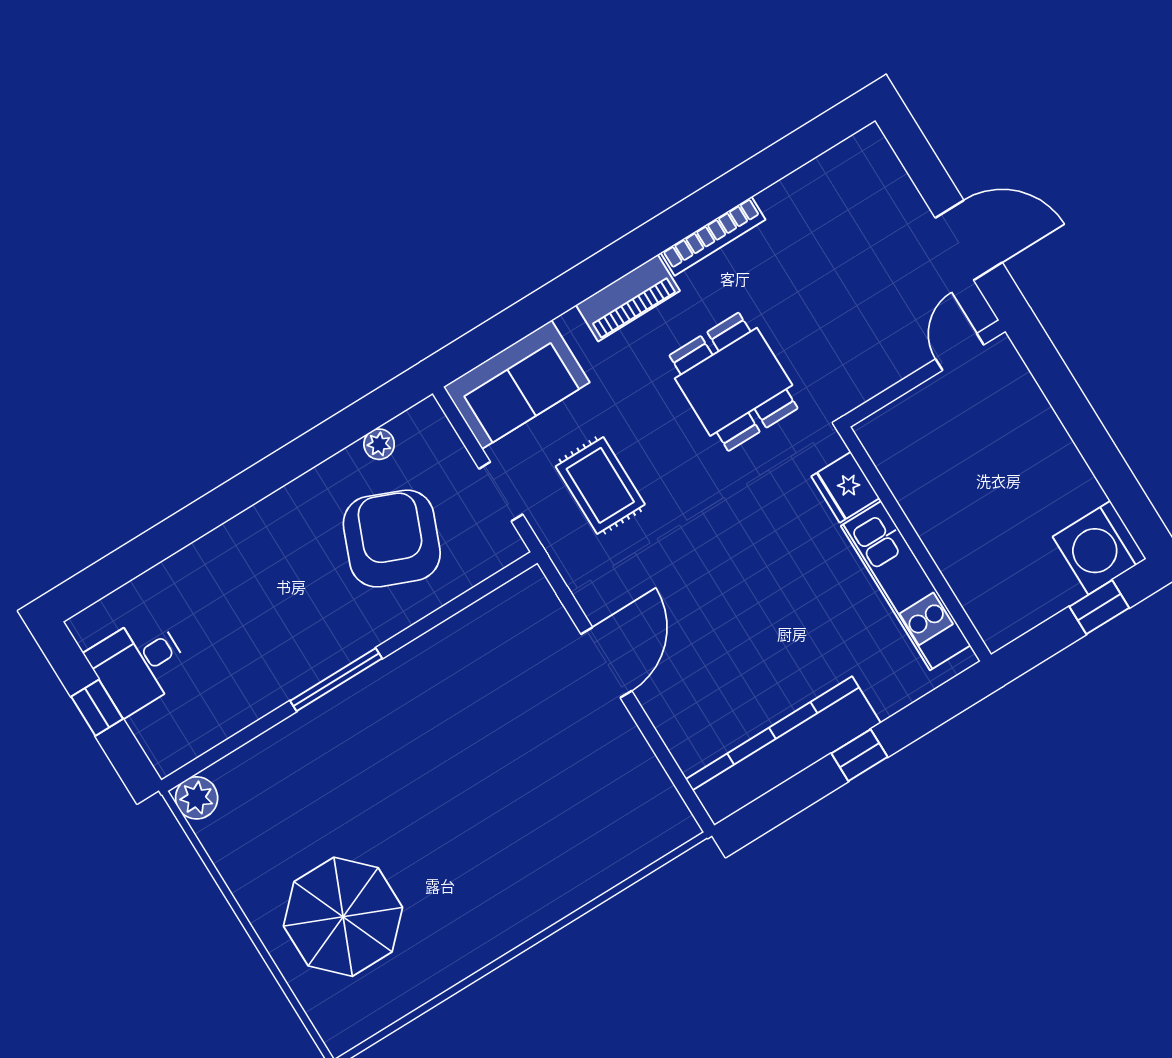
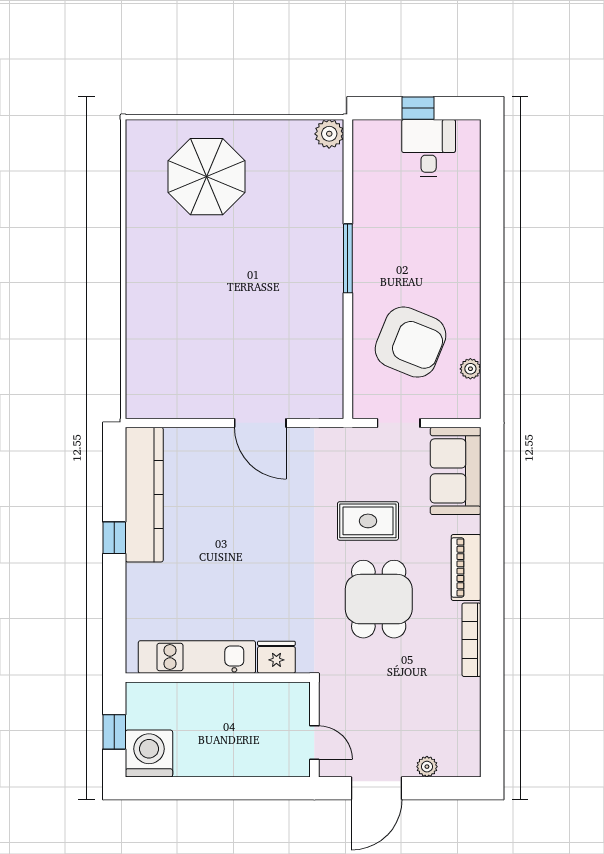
plant: (904, 194) -> (427, 767), added
dining table: (734, 382) -> (379, 599), turned 90
rug: (600, 485) -> (368, 521), moved
fridge: (845, 487) -> (276, 657), moved
wall: (915, 544) -> (218, 678), moved
kitchen unit: (906, 586) -> (197, 657), moved

